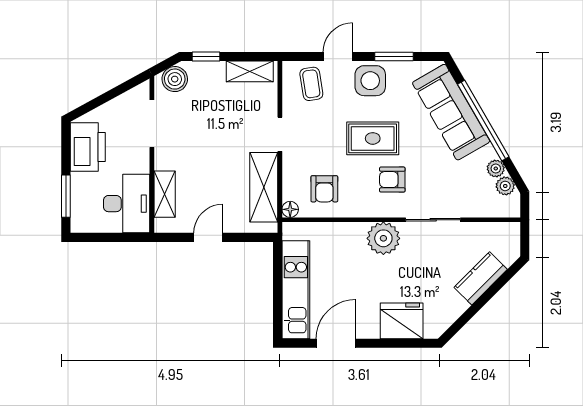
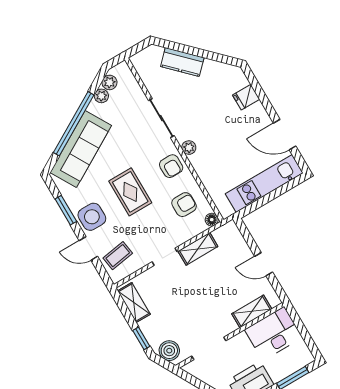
armchair: (392, 180) -> (171, 166), moved
shelving: (264, 187) -> (198, 249), width x0.67, depth x0.75
plant: (383, 238) -> (189, 148), width x0.53, depth x0.53
fridge: (402, 321) -> (246, 97), width x0.53, depth x0.75

